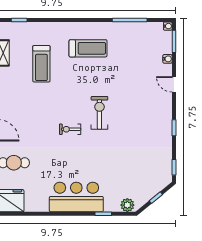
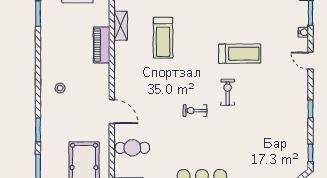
treadmill: (88, 48) -> (240, 54), moved
exercise bike: (99, 113) -> (228, 92), width x0.73, depth x0.72

